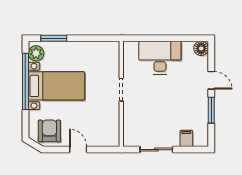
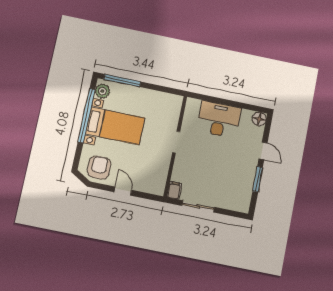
window: (54, 38) -> (122, 80), width x1.44
filing cabinet: (186, 138) -> (174, 190), moved

